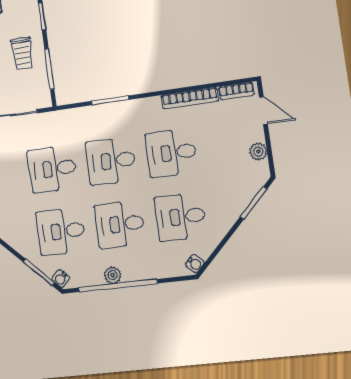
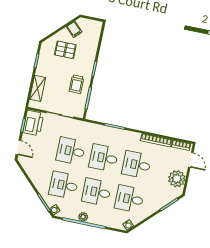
plant: (258, 152) -> (177, 179), width x1.87, depth x1.87

